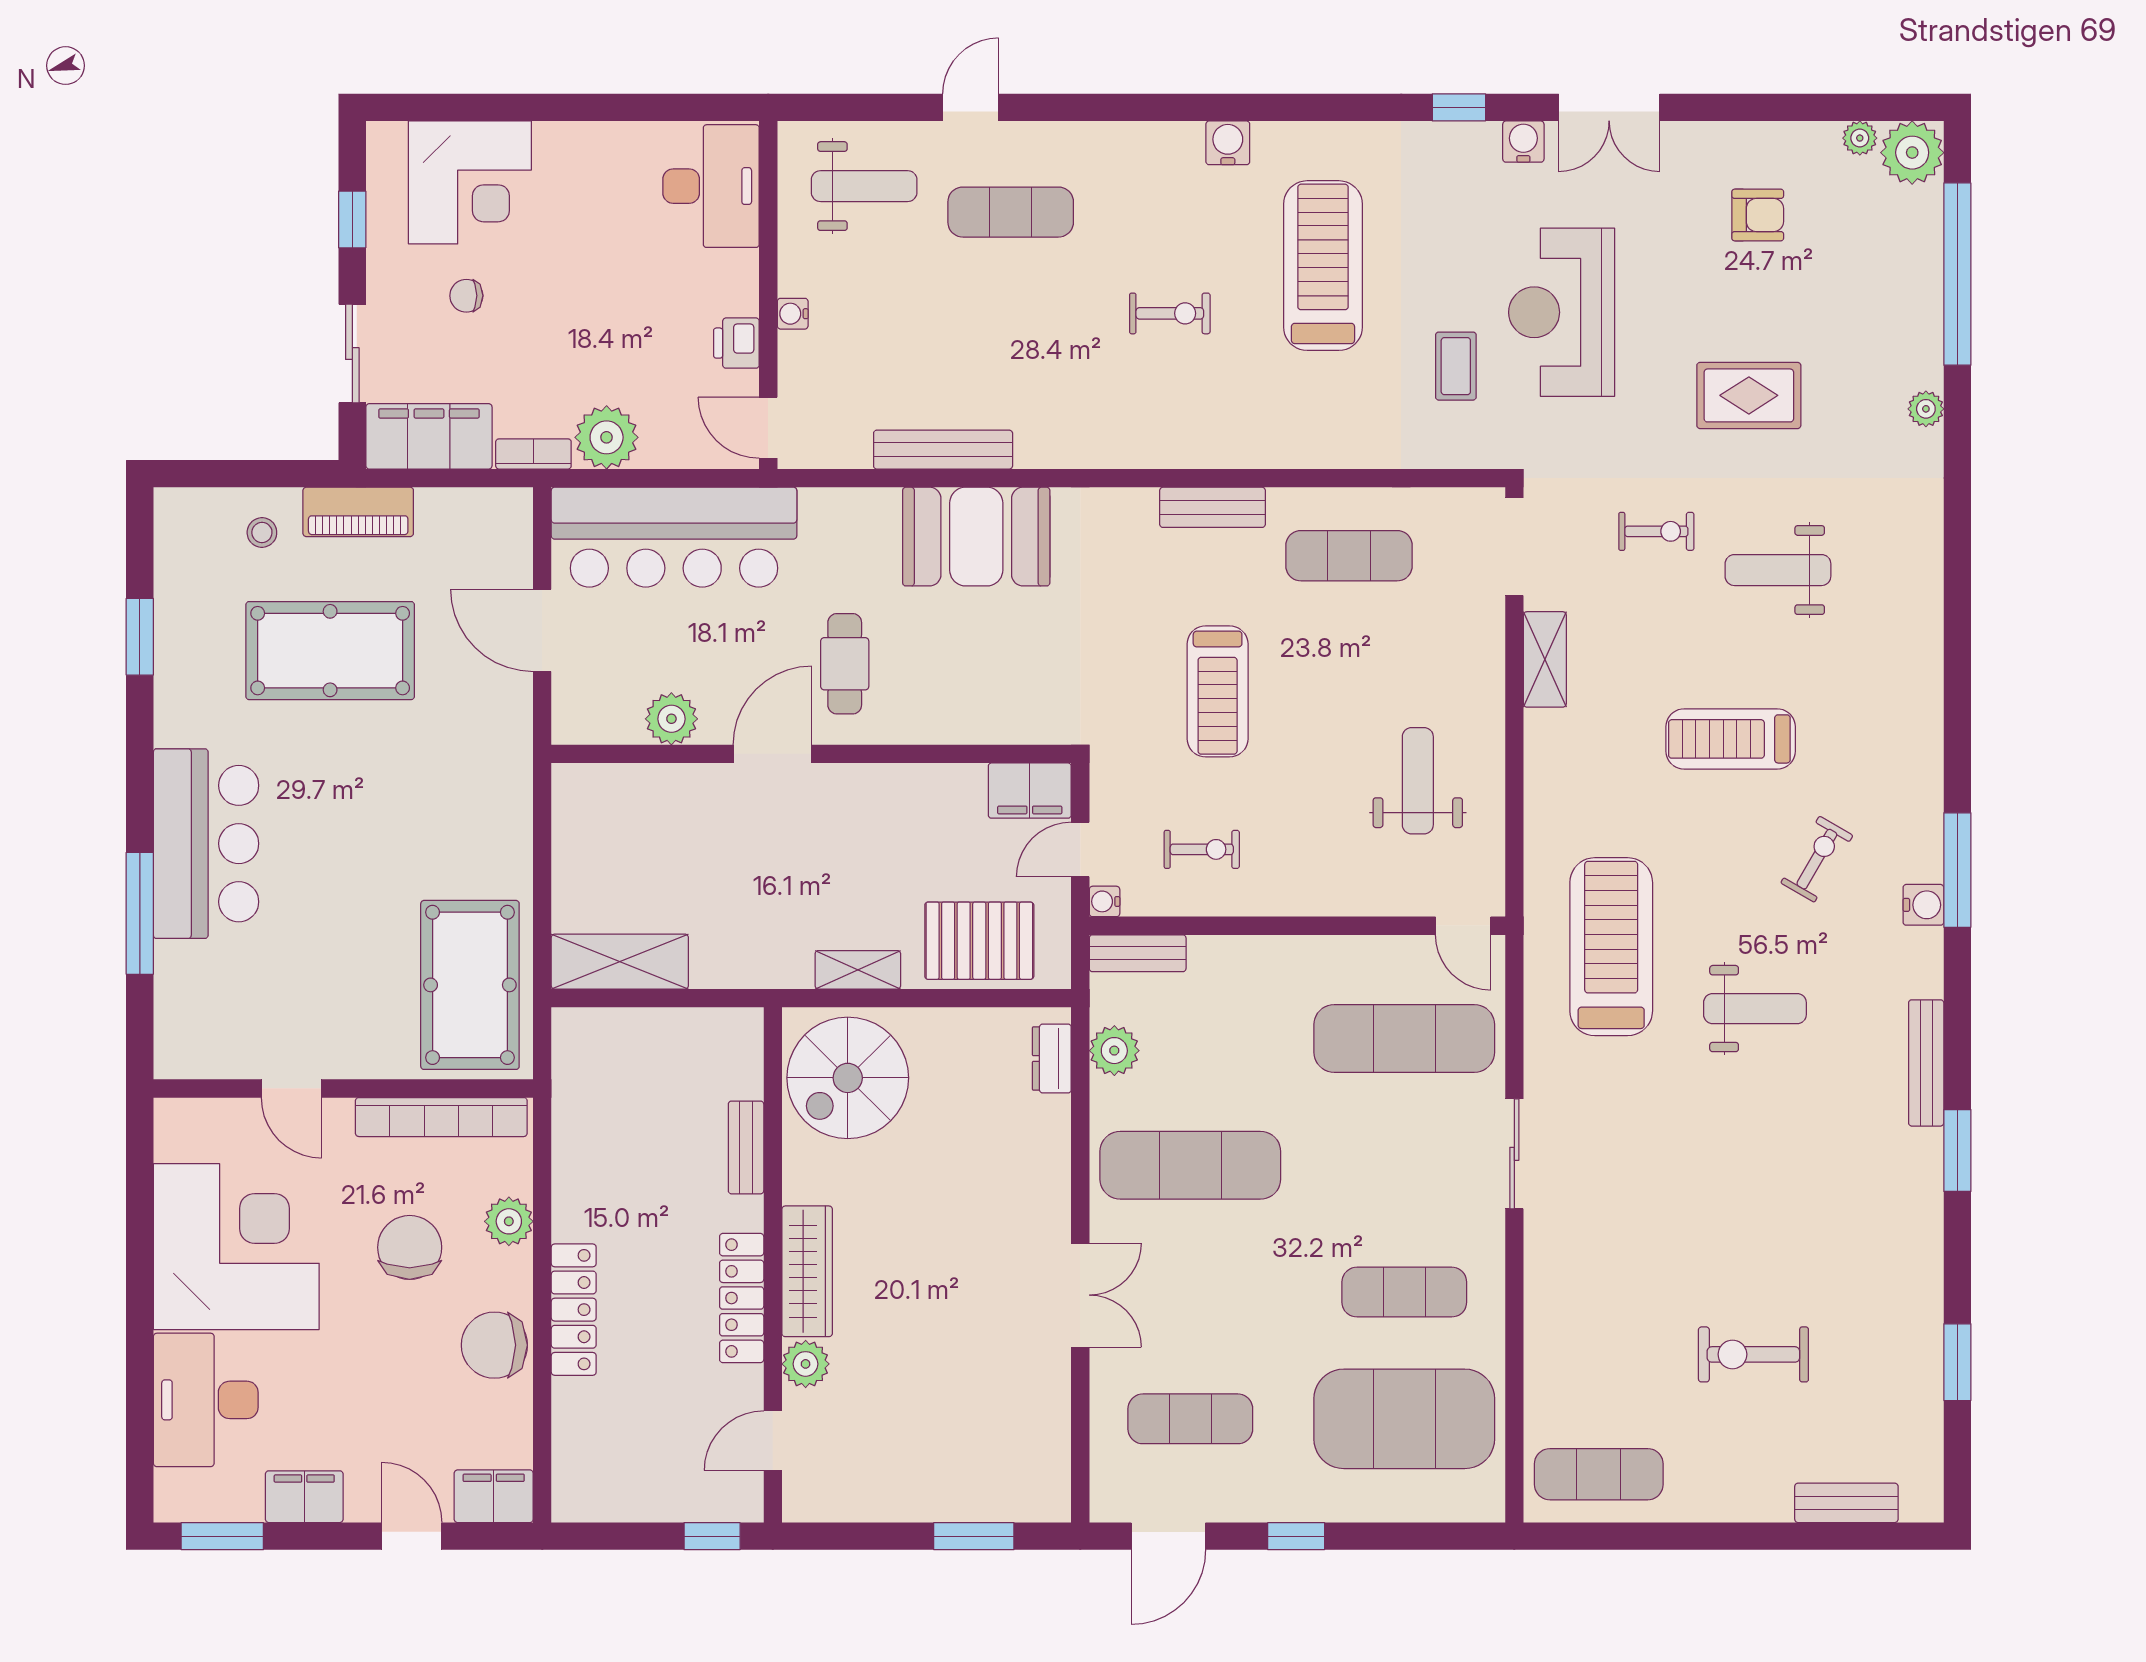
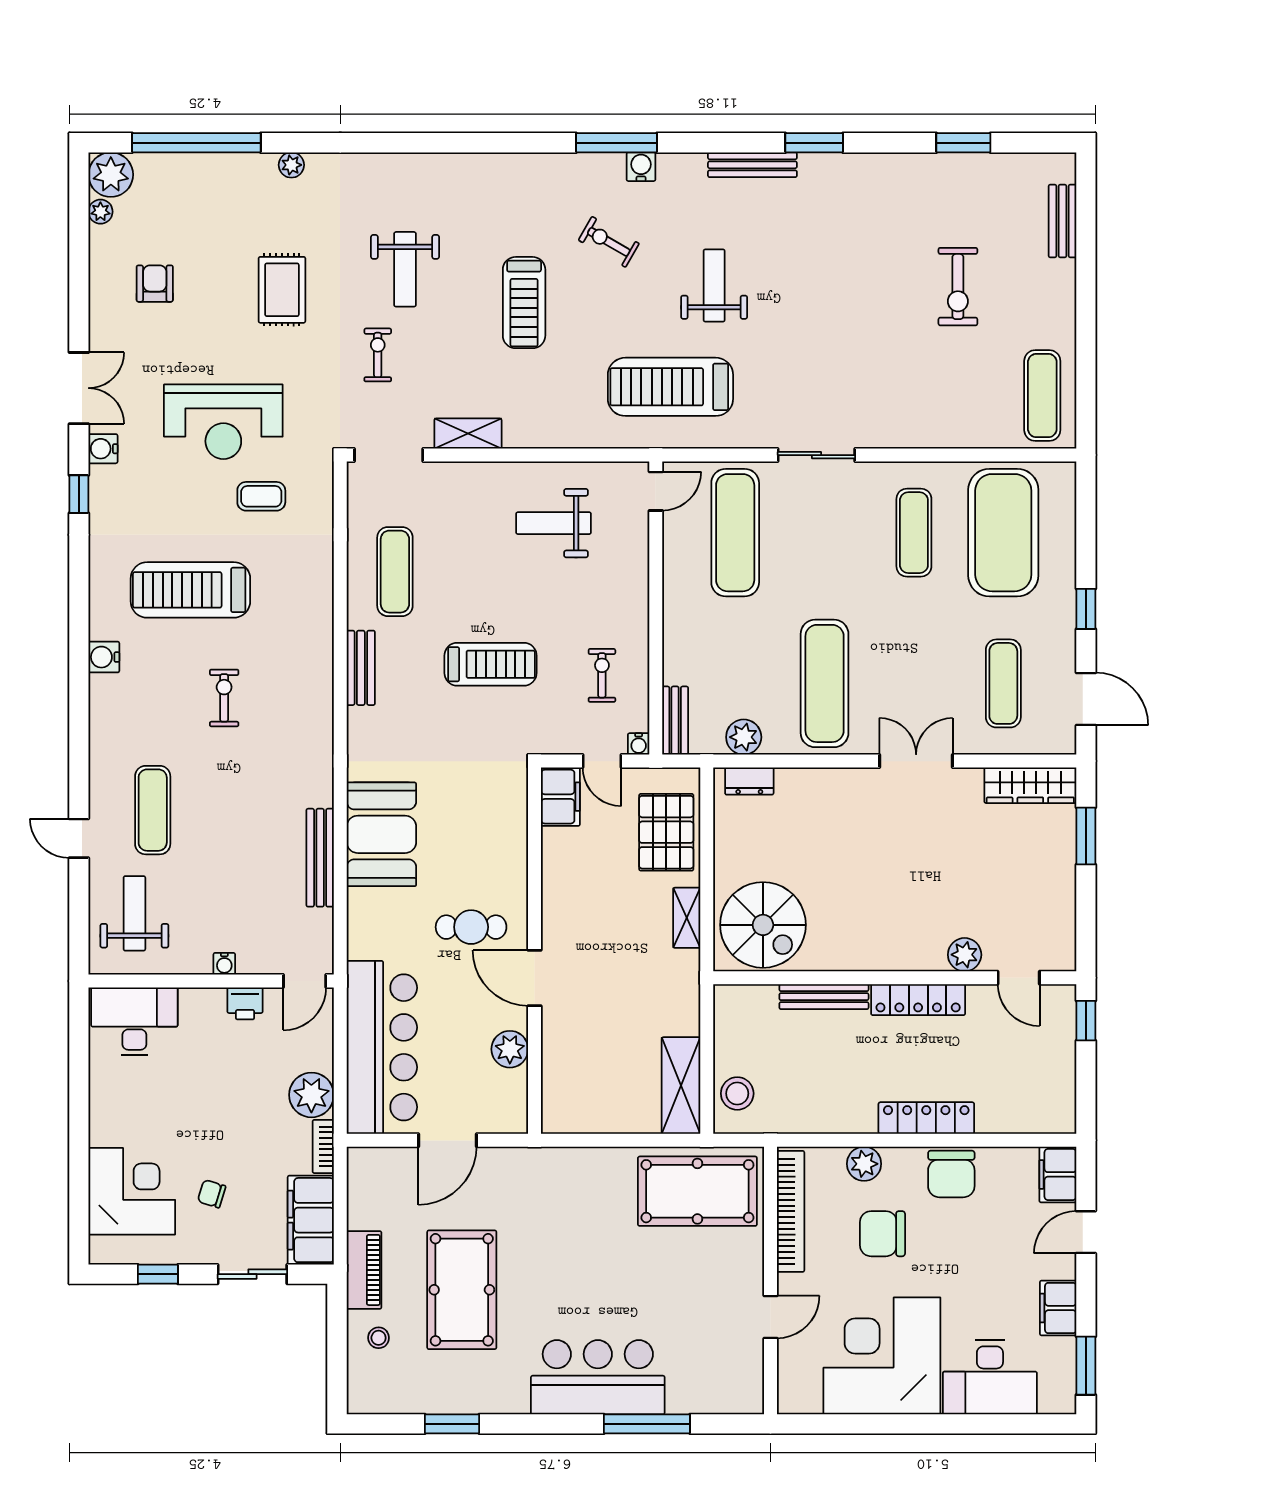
chair: (466, 296) -> (212, 1194), turned 107
stool: (609, 1041) -> (737, 1093), added
bench: (746, 1147) -> (824, 997), width x1.36
wardrobe: (807, 1271) -> (1030, 785), moved, turned 180

